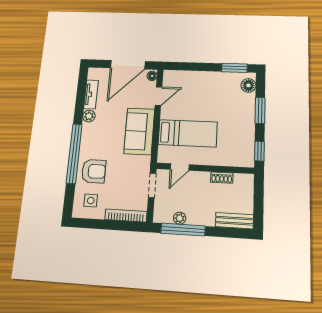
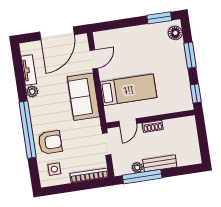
floor lamp: (152, 76) -> (83, 40), removed
shoe rack: (222, 178) -> (153, 126), moved
bench: (234, 221) -> (160, 163), moved

